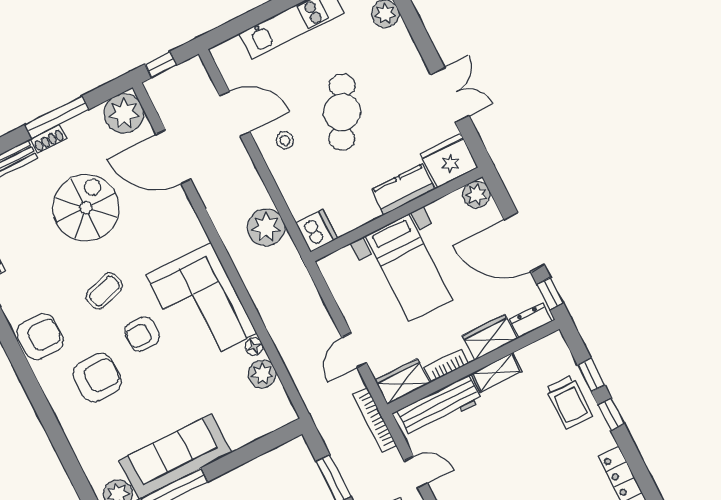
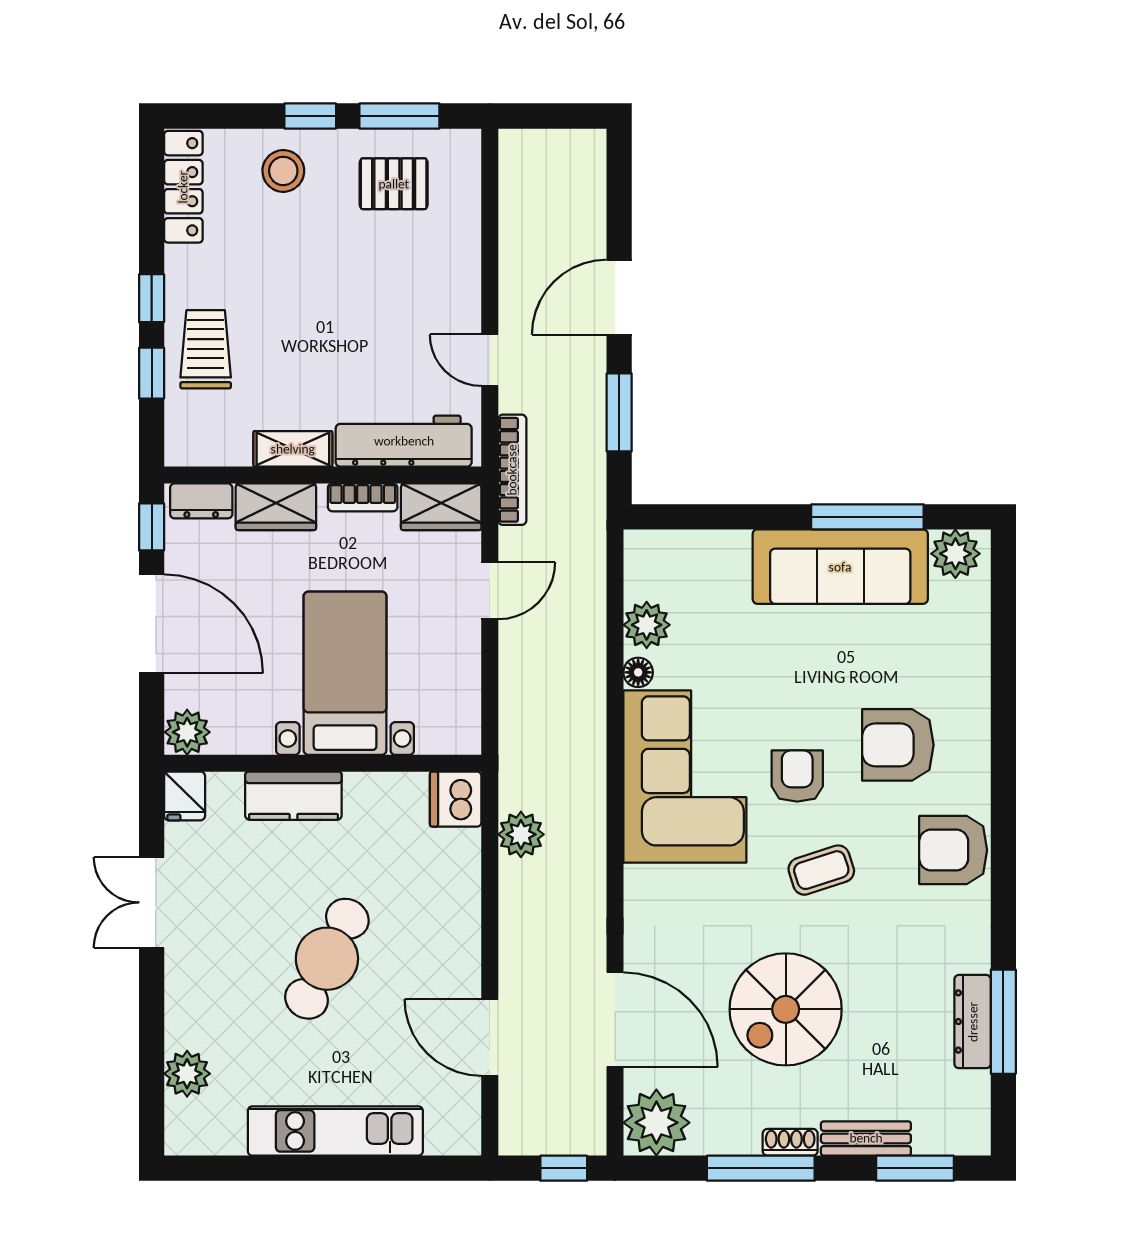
stool: (285, 140) -> (434, 960), removed
fridge: (449, 161) -> (185, 796), width x0.53, depth x0.75
plant: (266, 227) -> (521, 834), width x0.73, depth x0.73
armchair: (142, 334) -> (797, 776), turned -90

